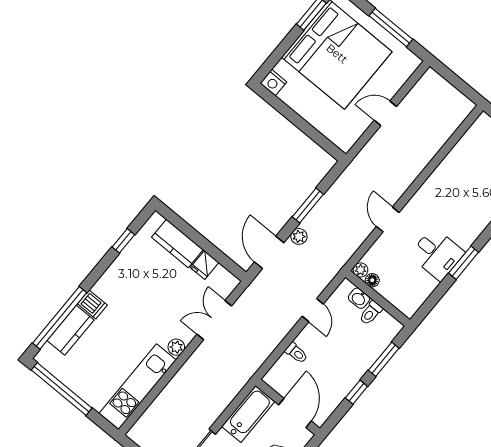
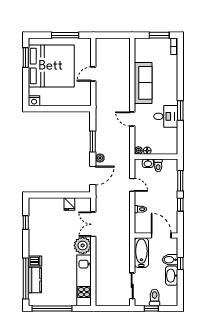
sofa: (444, 182) -> (143, 83), added
kitchen counter: (177, 243) -> (50, 204), removed
door: (269, 252) -> (93, 176), swing flipped
plant: (176, 347) -> (83, 245), width x1.87, depth x1.87

